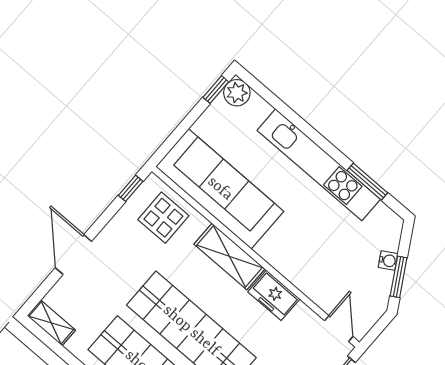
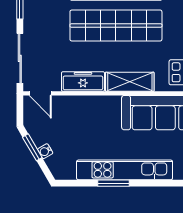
window: (367, 182) -> (113, 183), moved
freezer: (274, 295) -> (83, 81), width x1.40

